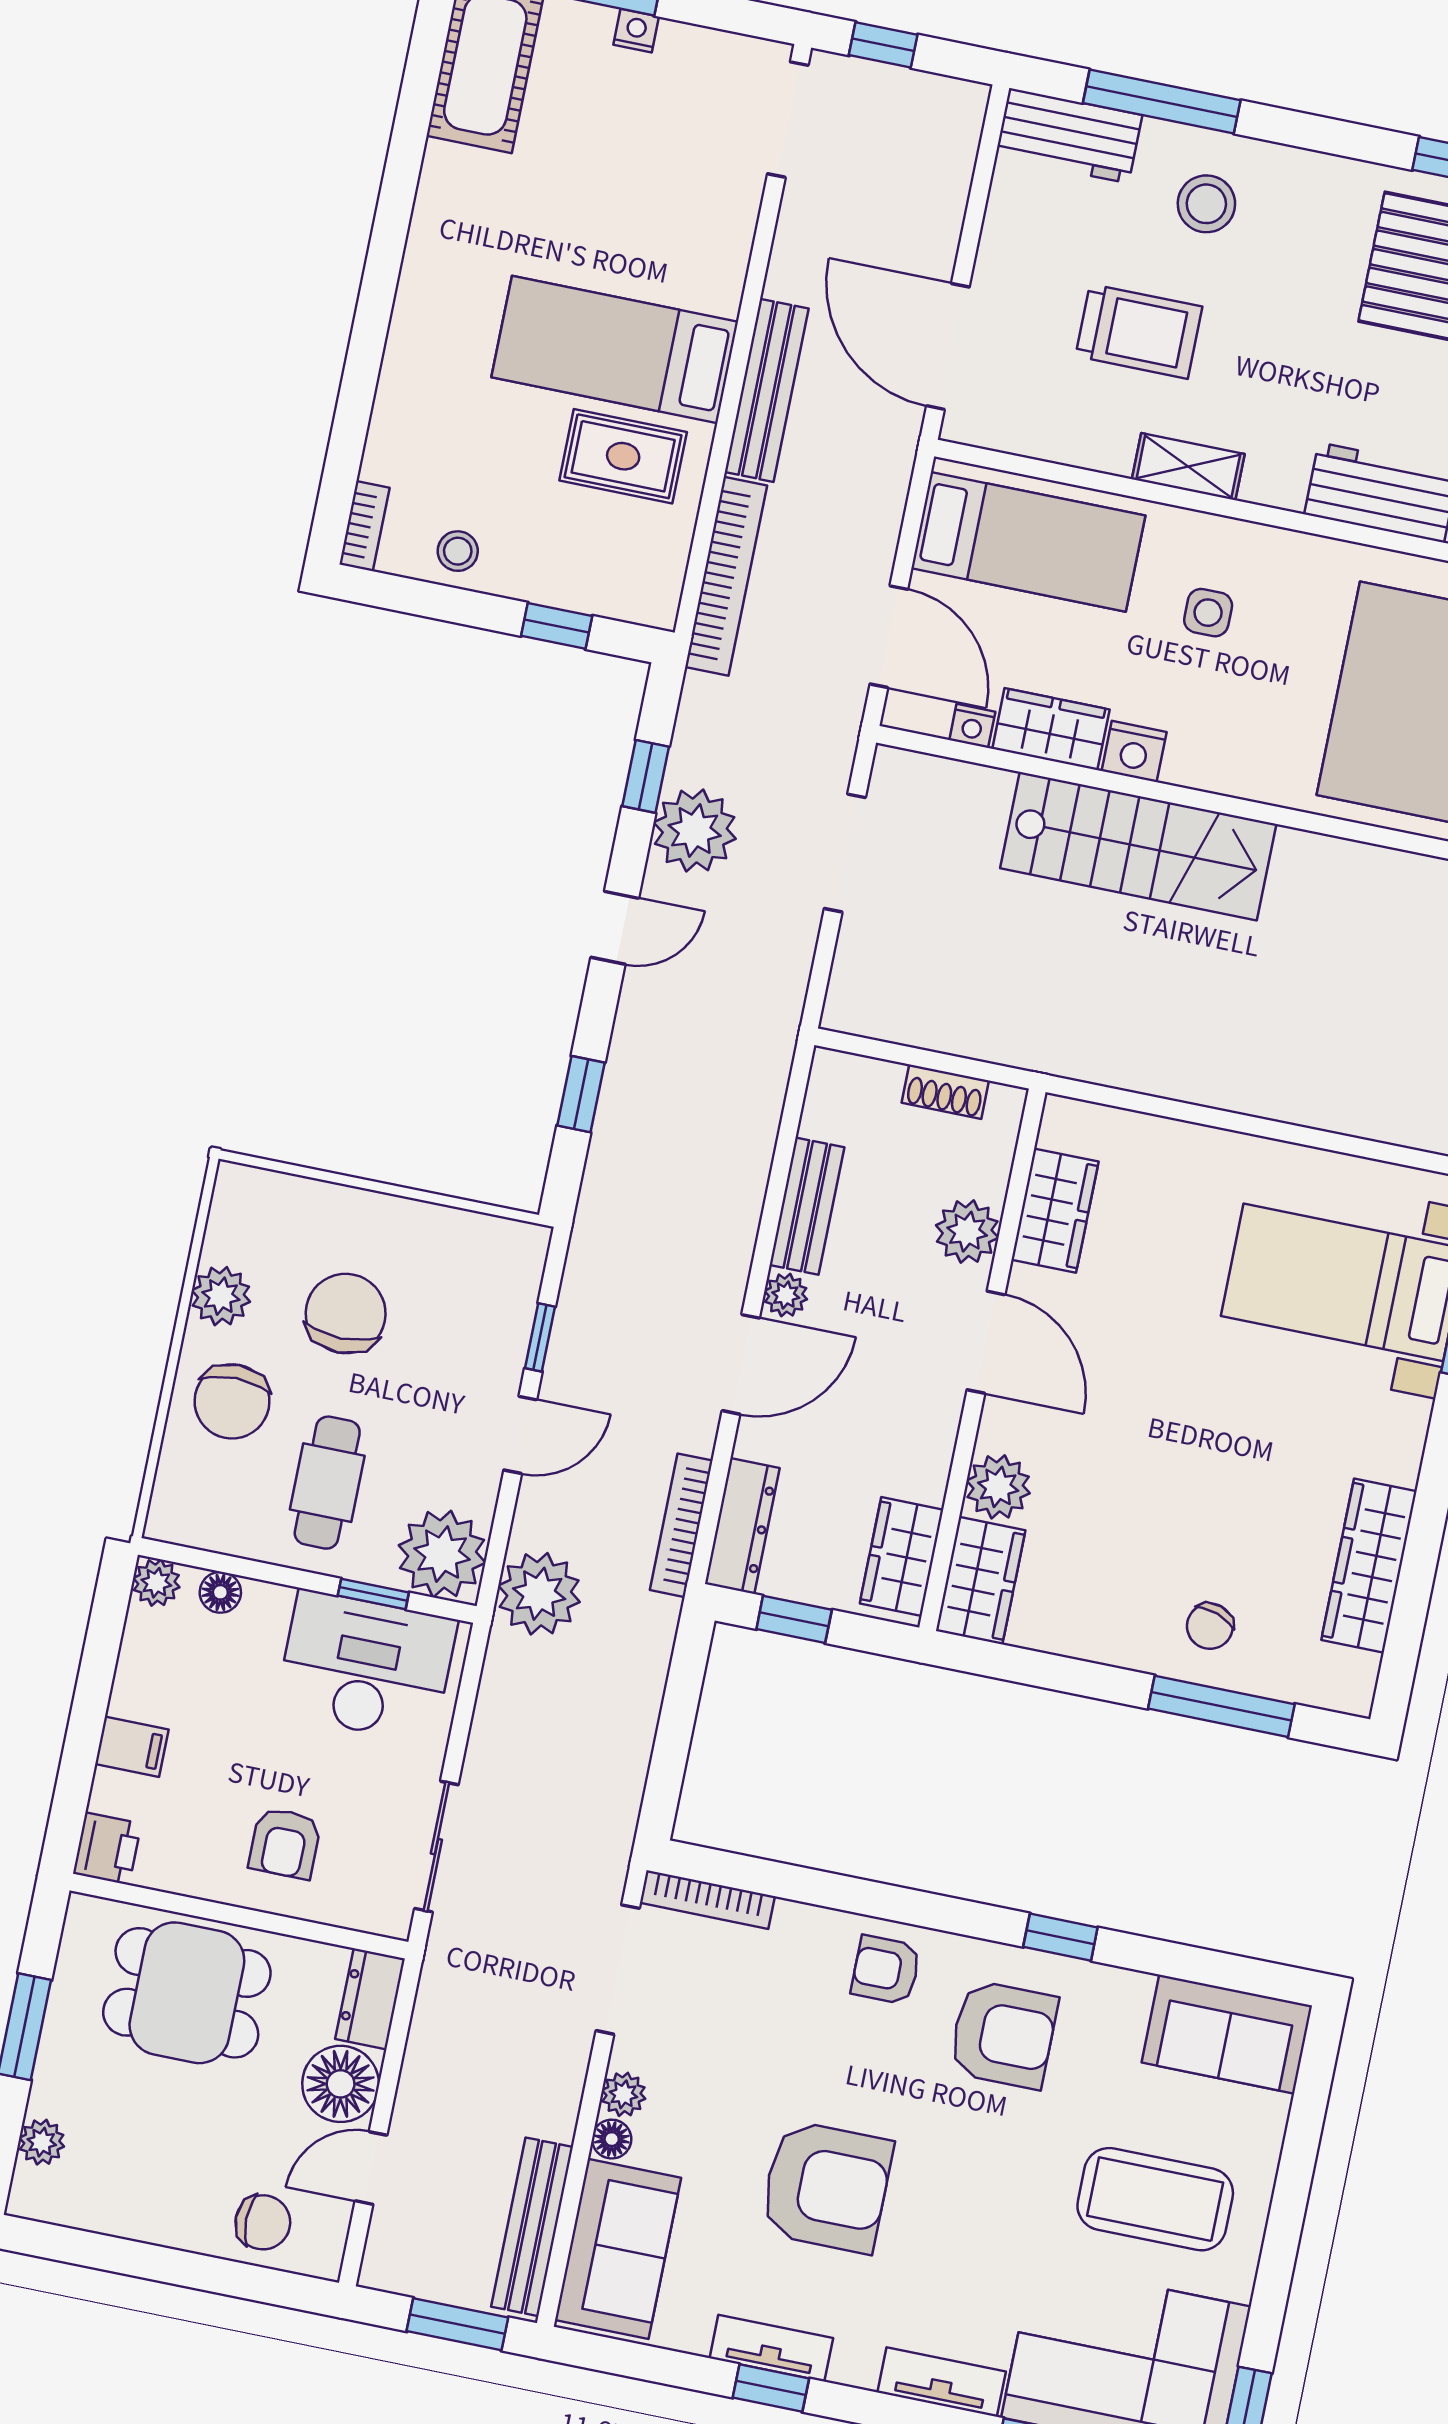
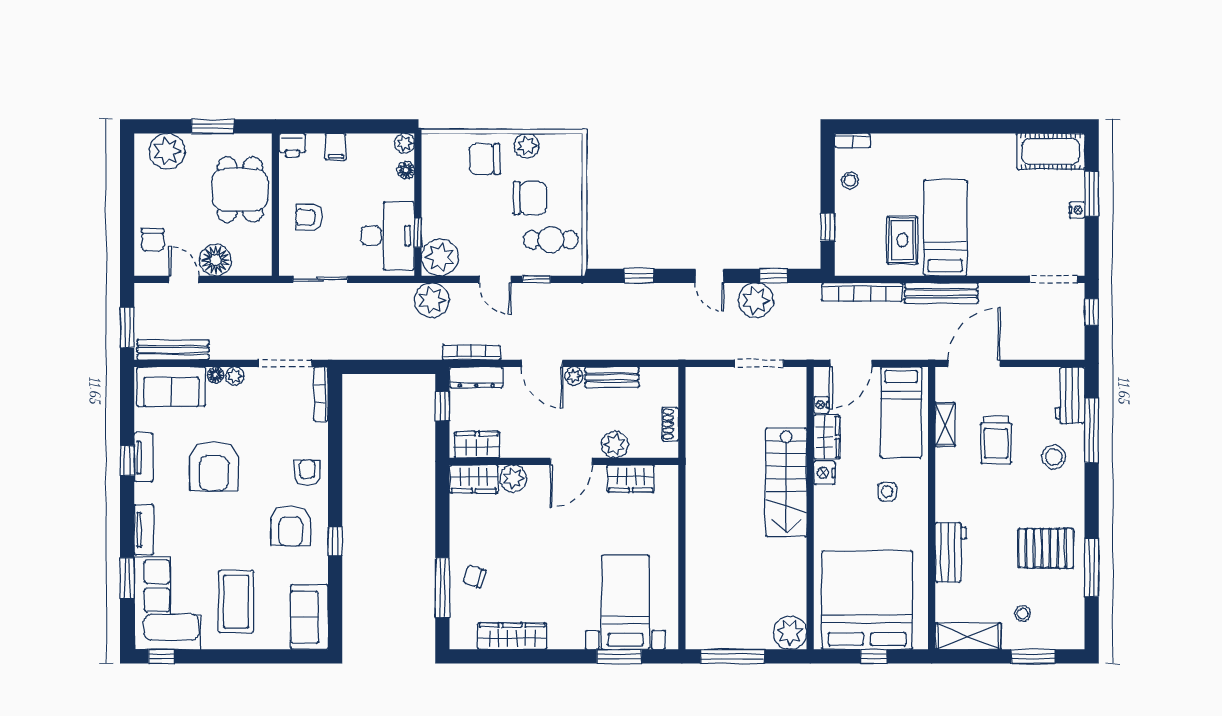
shelving: (1188, 467) -> (945, 424), moved
cafe table: (327, 1483) -> (551, 240), moved
dresser: (370, 1999) -> (253, 265), removed
plant: (42, 2142) -> (167, 151), width x1.87, depth x1.87

